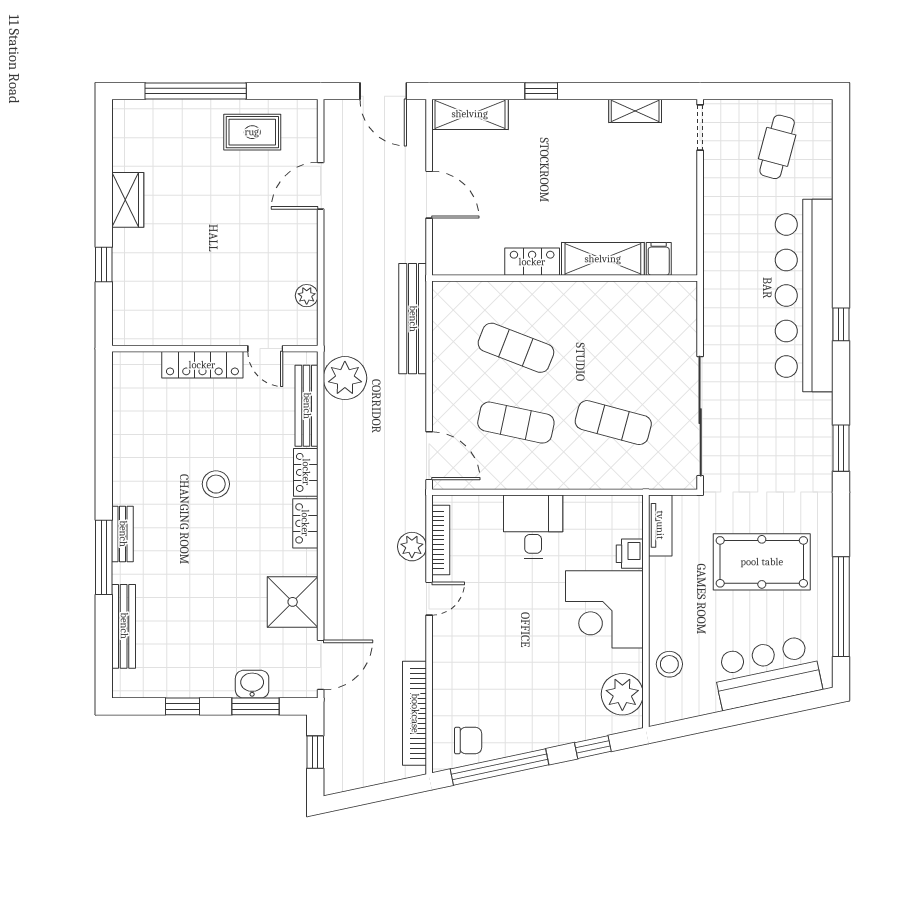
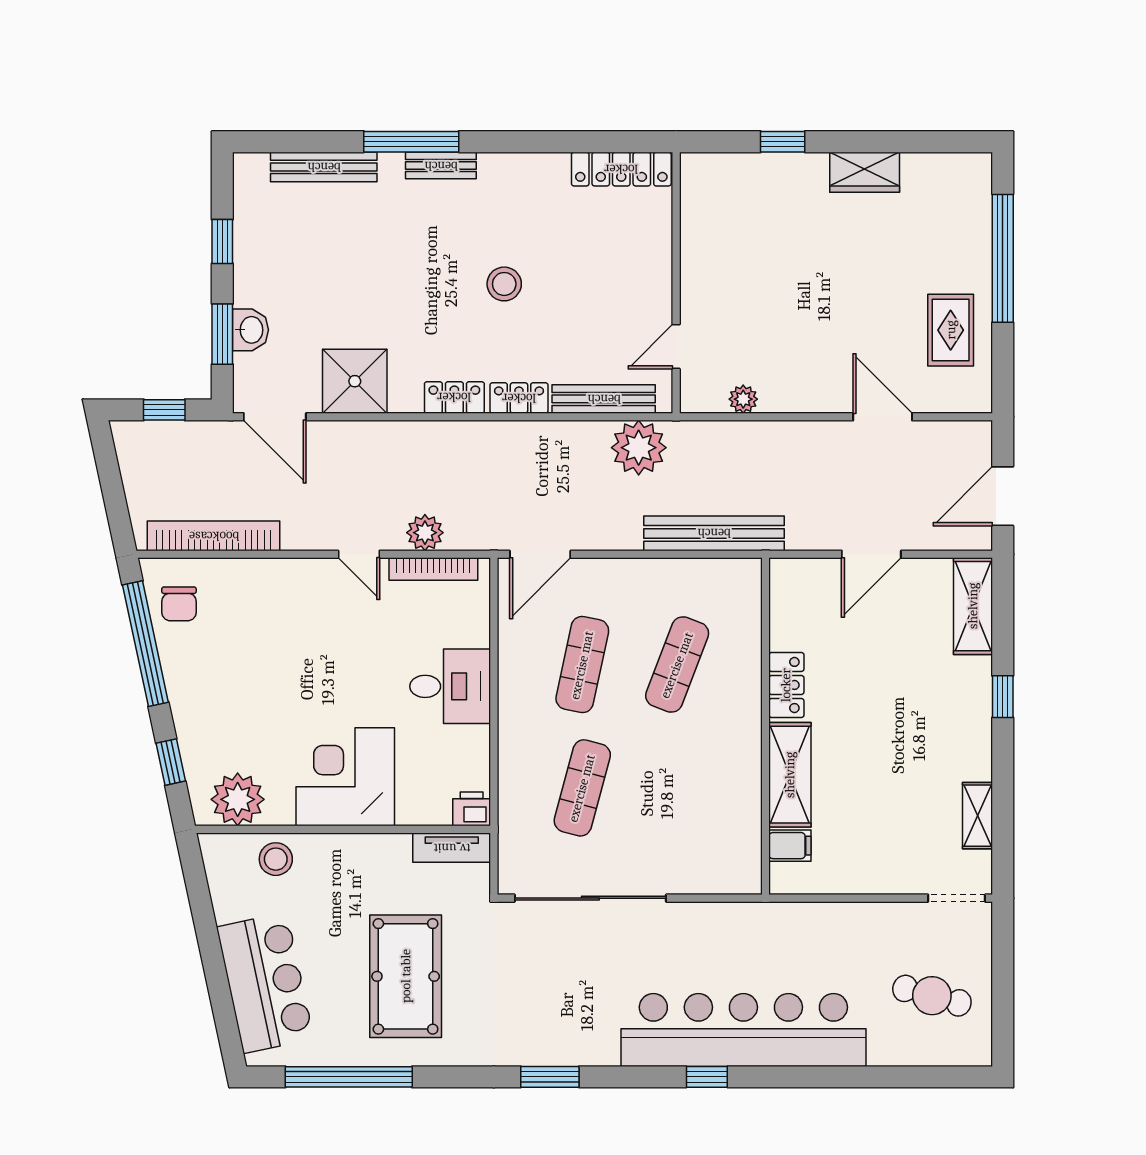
locker: (202, 365) -> (621, 169), moved, turned -90
printer: (630, 554) -> (472, 809), moved

